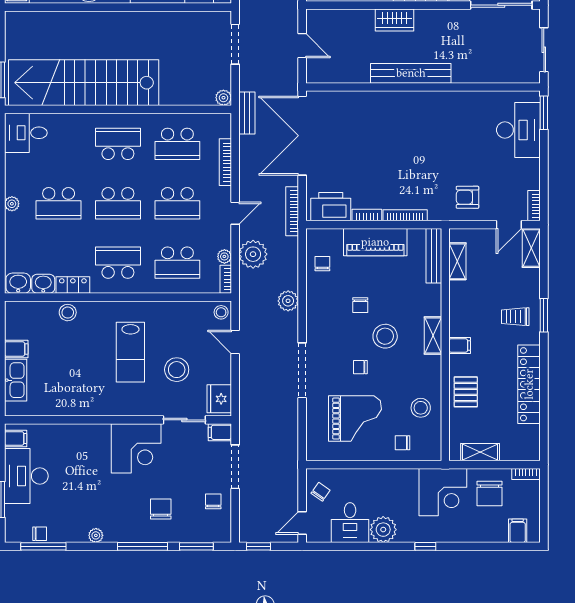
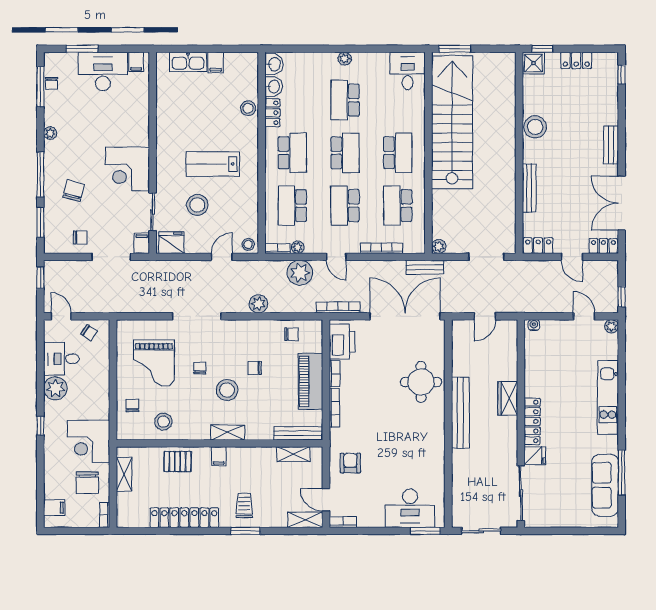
round table: (376, 118) -> (421, 382), added
school desk: (118, 203) -> (345, 153), turned 180
chair: (490, 494) -> (87, 483), turned -90
chair: (161, 509) -> (74, 191), turned -75

